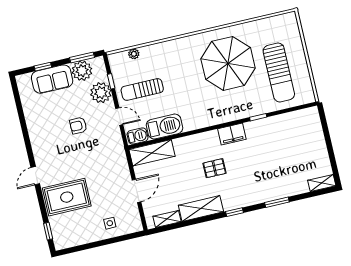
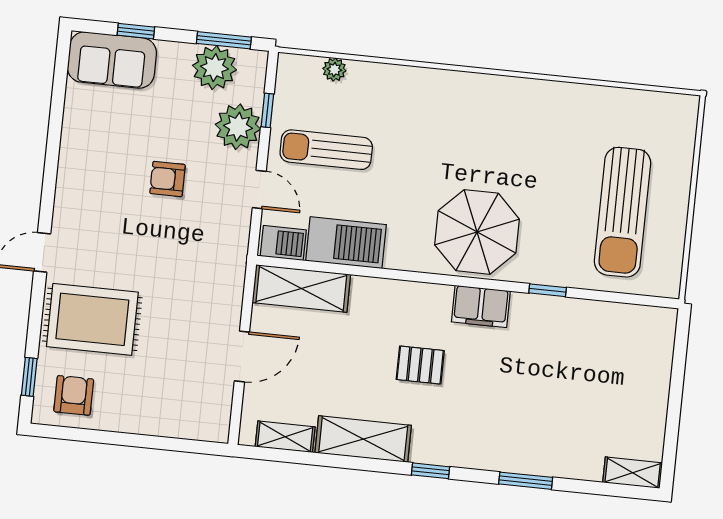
parasol: (228, 63) -> (477, 232), moved, width x0.73, depth x0.73
sofa: (52, 79) -> (112, 60), moved
side table: (110, 223) -> (163, 404), removed
armchair: (70, 233) -> (74, 395), added

